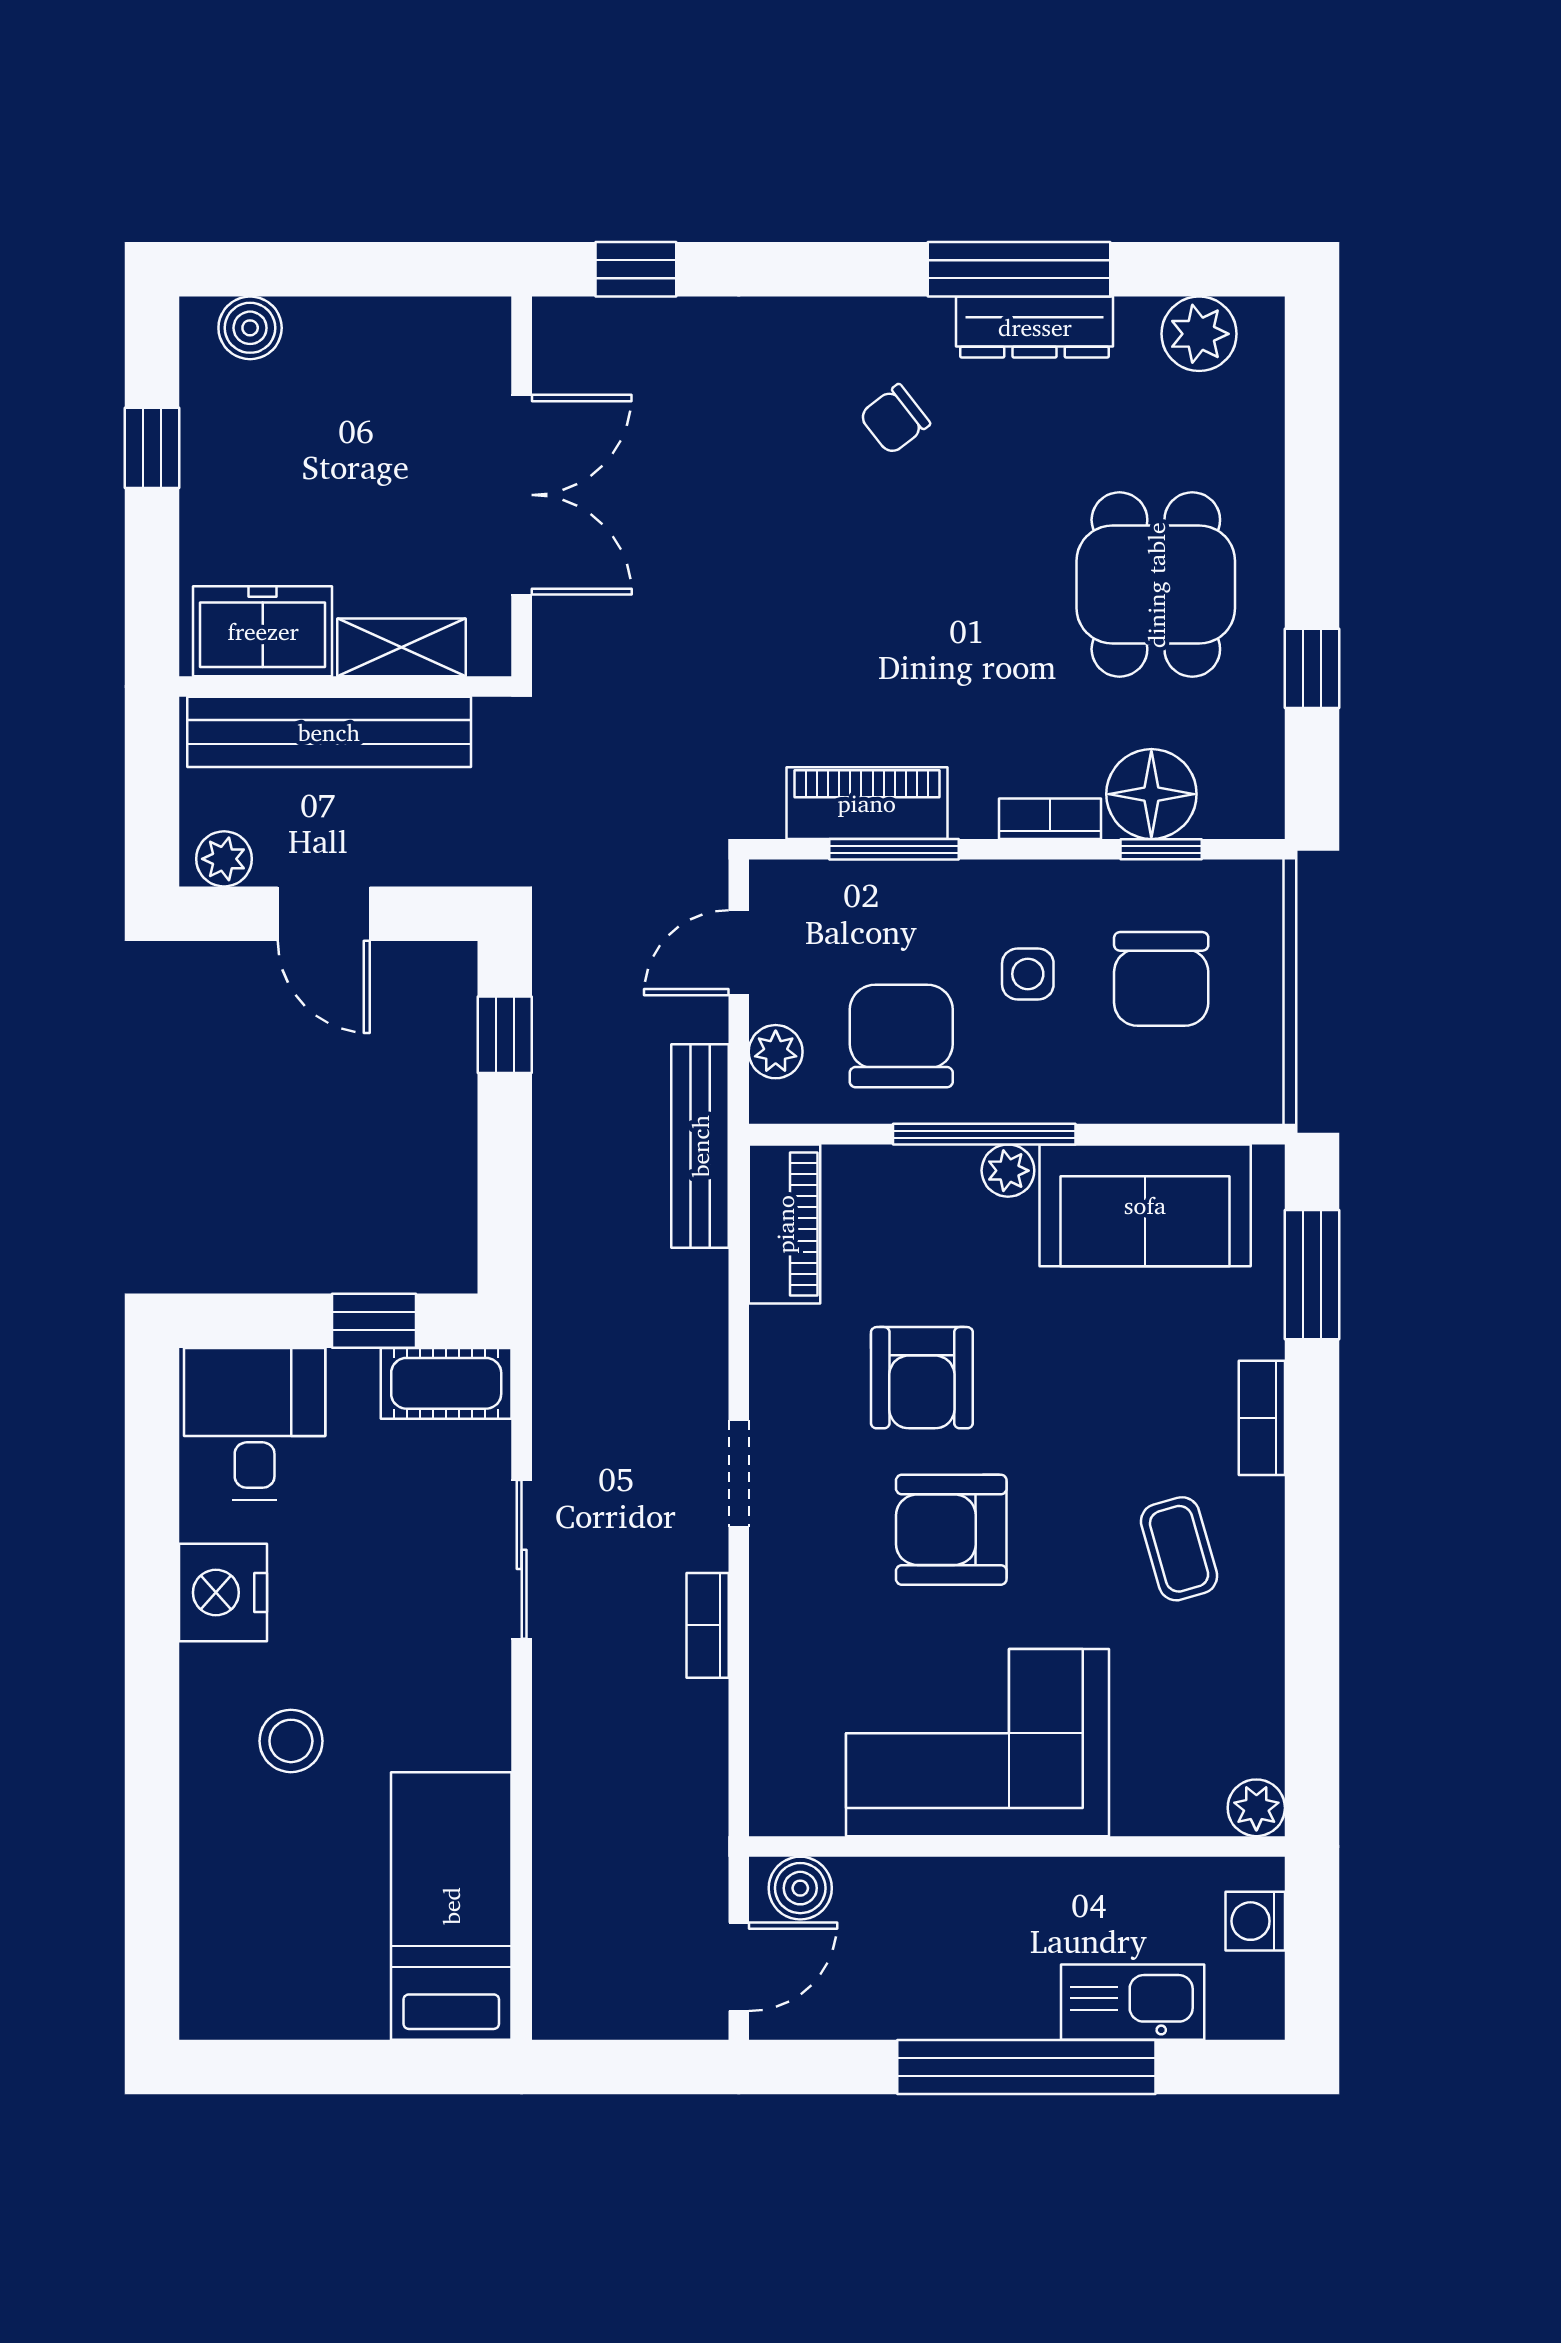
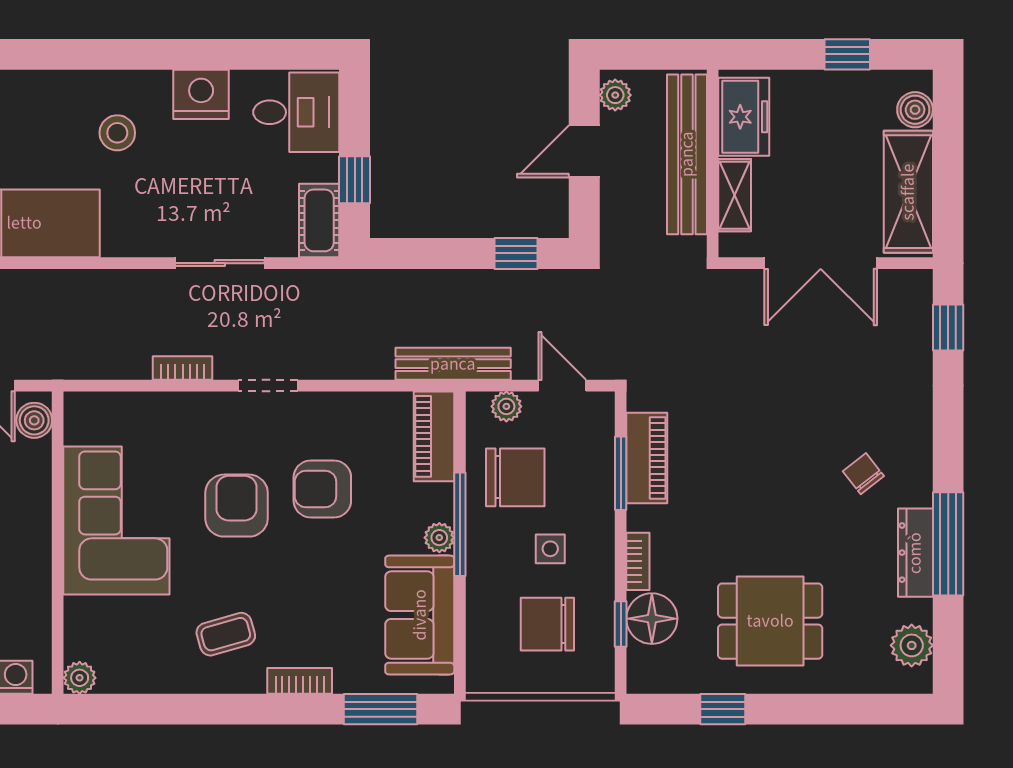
shelving: (395, 340) -> (908, 192), added
piano: (785, 1224) -> (434, 436), moved, turned 90

